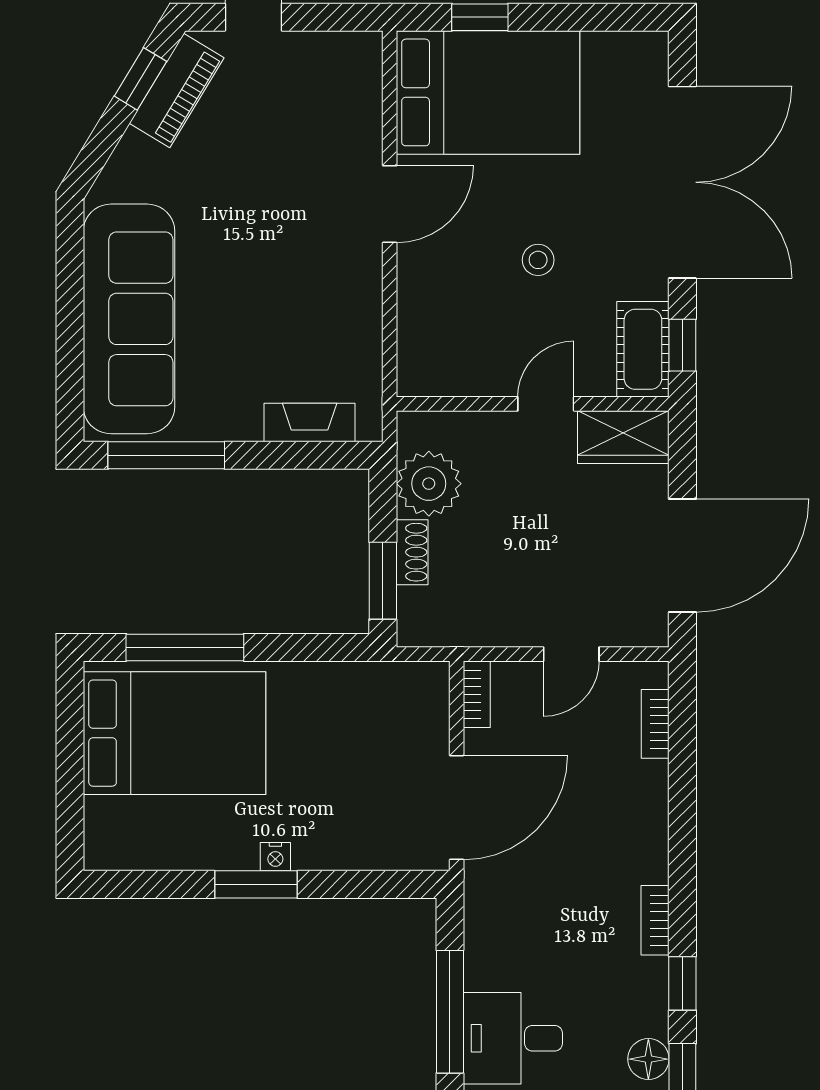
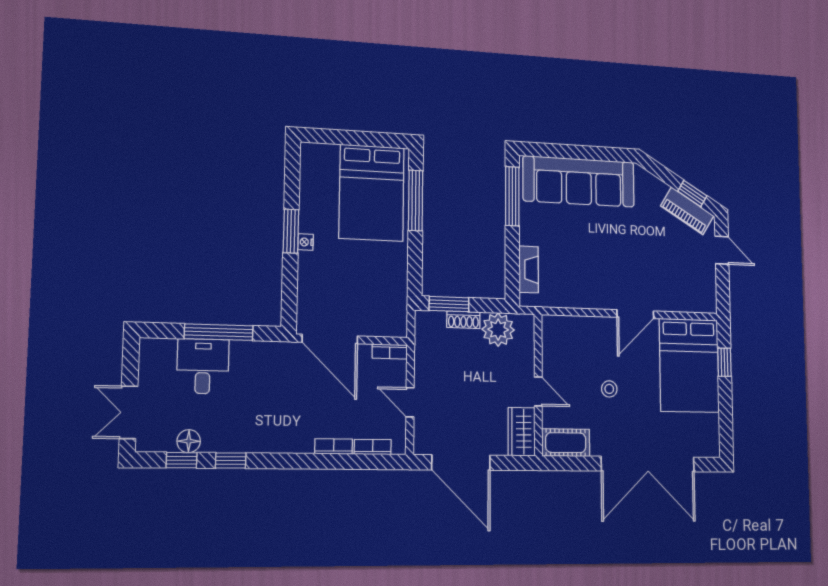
door: (390, 204) -> (635, 314), hinge flipped
window: (682, 345) -> (568, 463), removed
bookcase: (655, 920) -> (334, 446), moved

